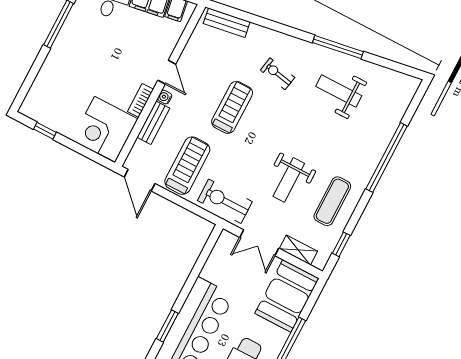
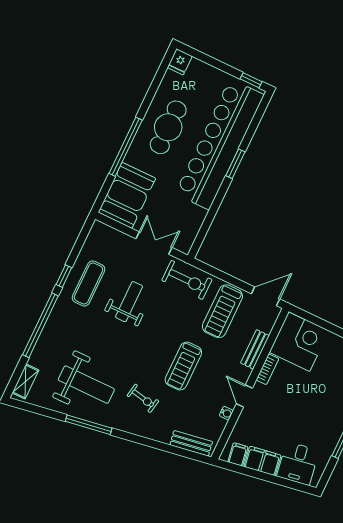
weight bench: (339, 91) -> (86, 385), width x1.36, depth x1.33
water cooler: (165, 97) -> (226, 413), moved
door: (140, 180) -> (266, 296), hinge flipped
window: (341, 244) -> (64, 276), moved
shelving: (298, 250) -> (25, 381), moved, turned 90

